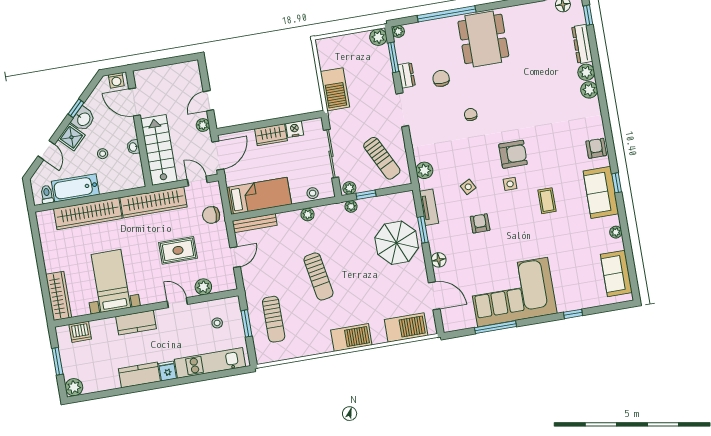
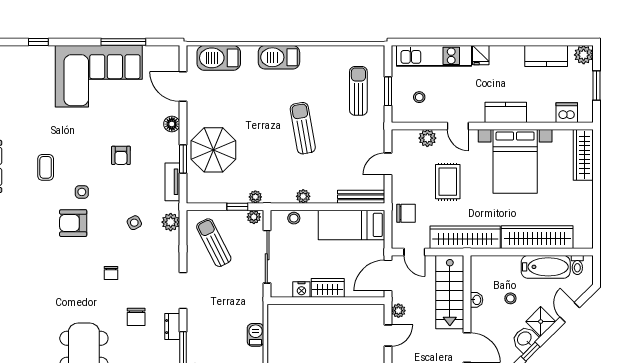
barbecue: (335, 89) -> (256, 335), width x0.53, depth x0.65
side table: (468, 187) -> (134, 223), moved
rug: (178, 250) -> (448, 182), turned 90
bed with nightstands: (111, 281) -> (515, 161), width x1.36
kitchen counter: (139, 375) -> (546, 56), moved

